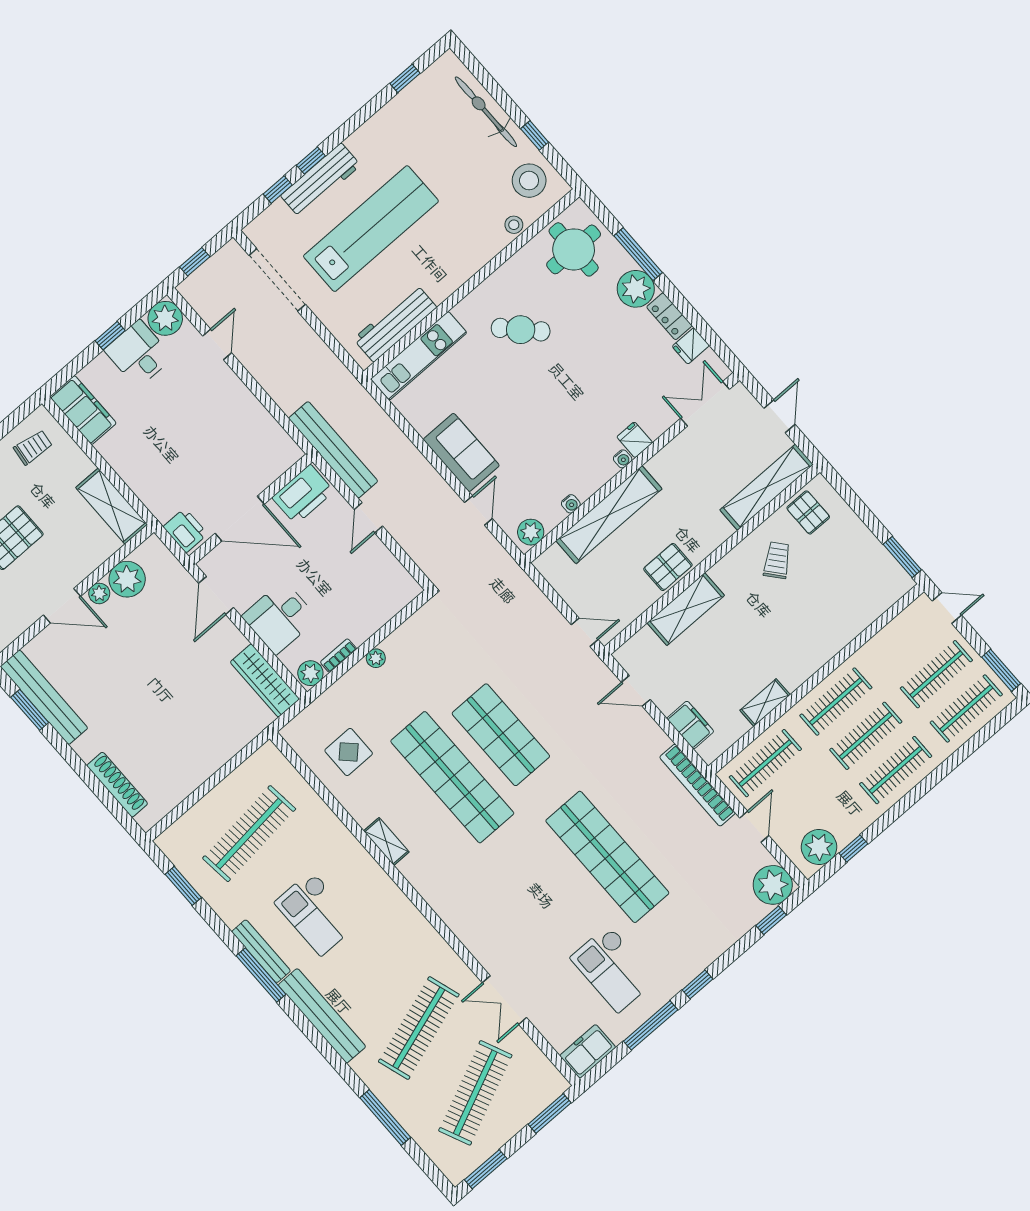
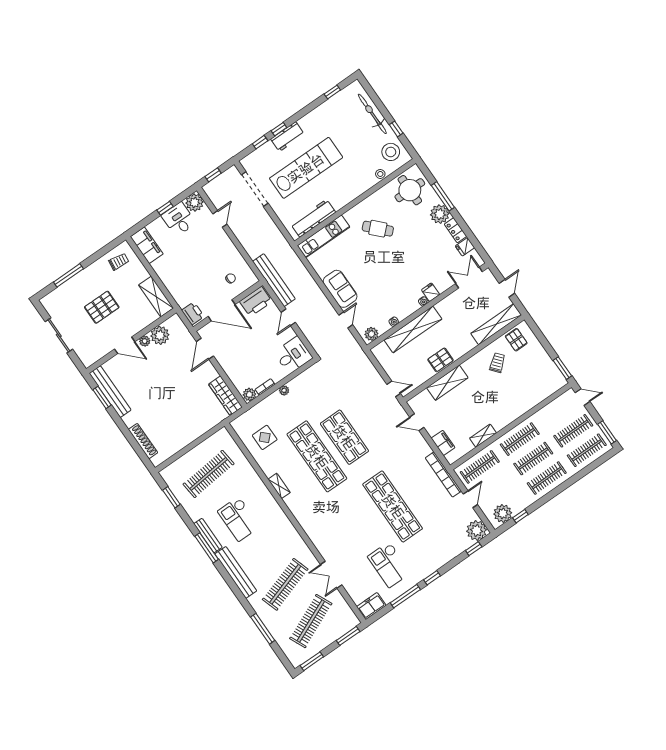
workbench: (321, 180) -> (287, 137), width x0.73
chair: (250, 455) -> (231, 278), added
desk: (280, 617) -> (293, 355), moved, turned 180

